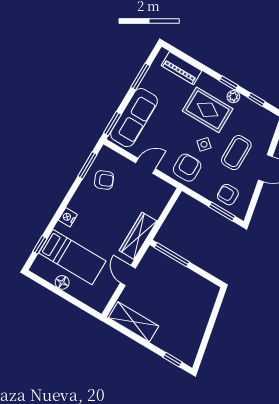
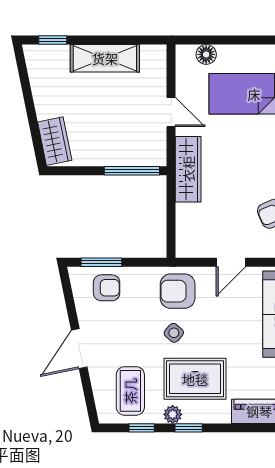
coffee table: (236, 153) -> (130, 391), moved
armchair: (187, 168) -> (178, 291), turned 90
floor lamp: (62, 282) -> (206, 54), moved
wardrobe: (207, 299) -> (55, 141), added
shelving: (134, 322) -> (105, 58), moved

